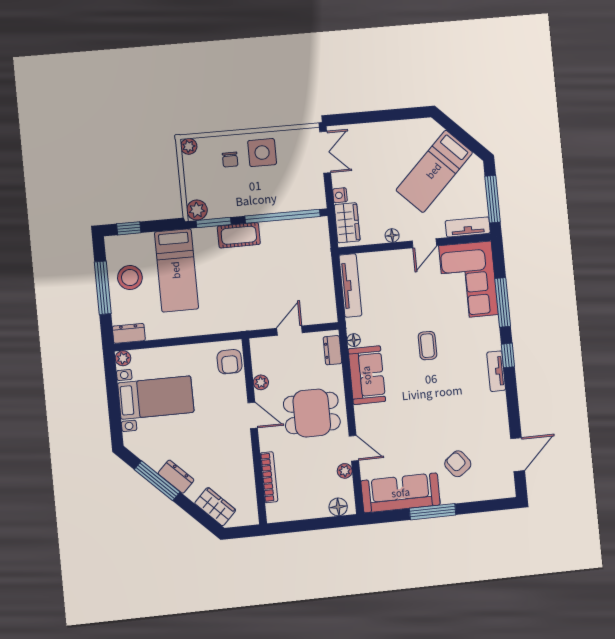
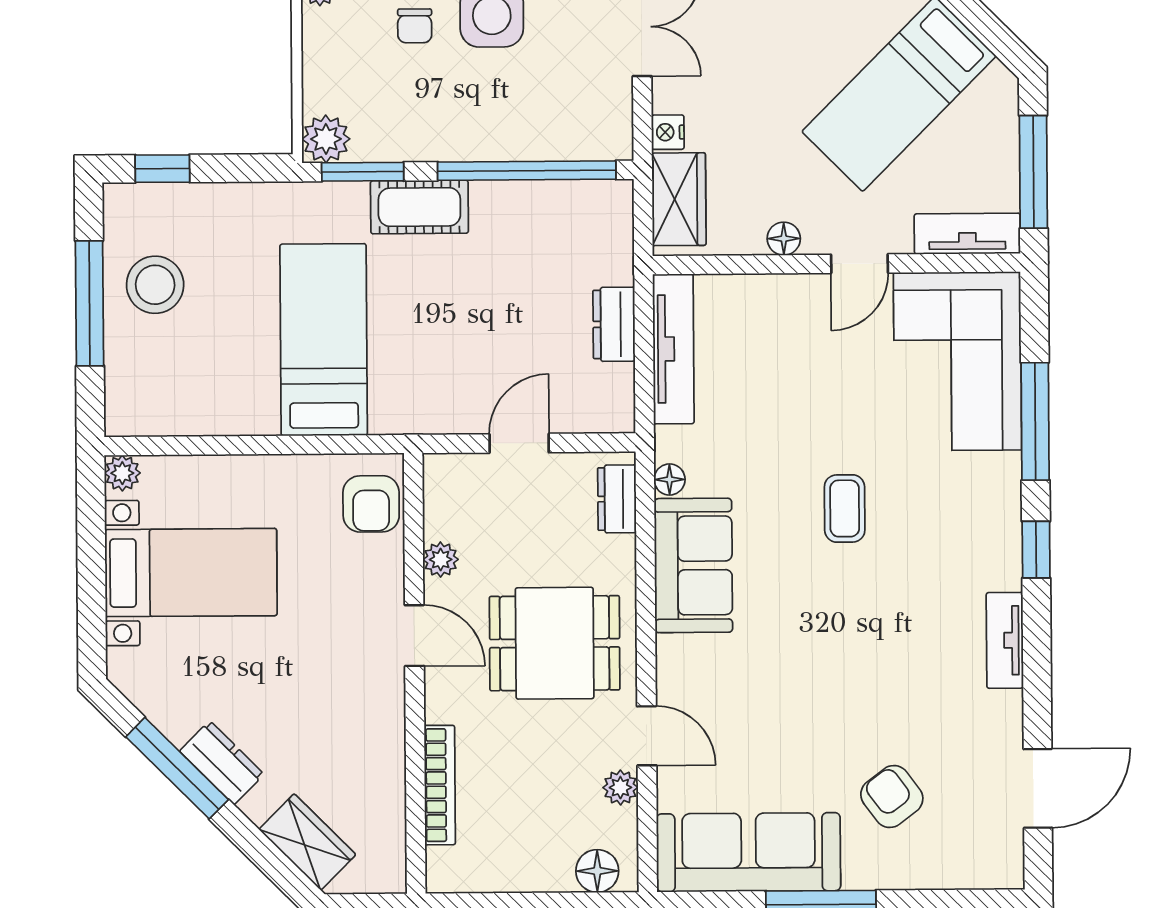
bed: (176, 270) -> (324, 340), moved, turned 180
dresser: (129, 333) -> (614, 324), moved, turned -90
tv unit: (496, 371) -> (1005, 640), moved

